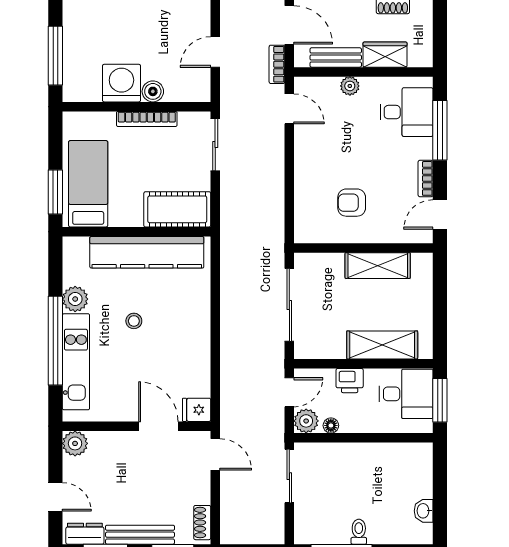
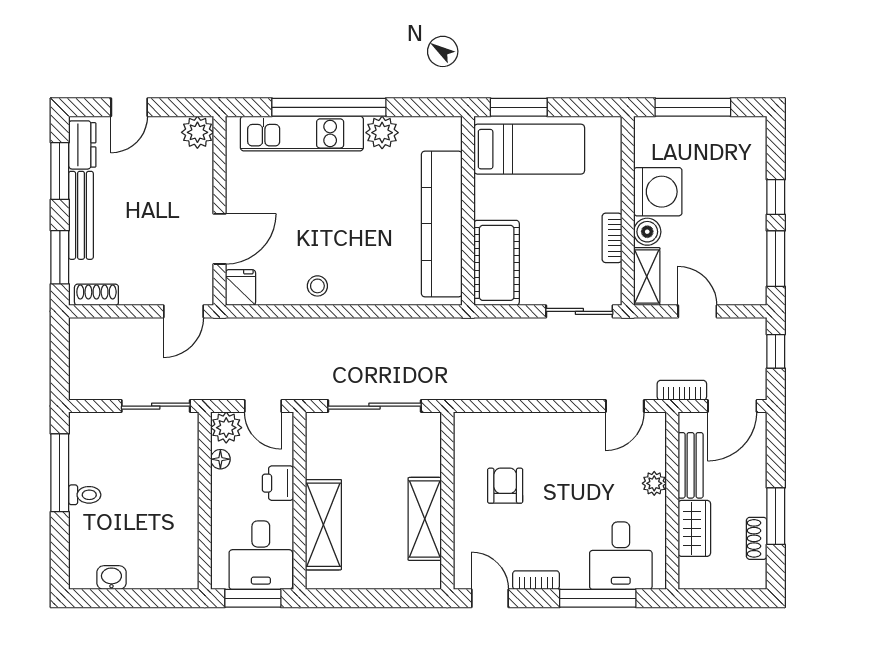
shelving: (188, 92) -> (647, 277), added
bookcase: (147, 119) -> (612, 238), width x0.64
stool: (134, 321) -> (317, 286), moved

